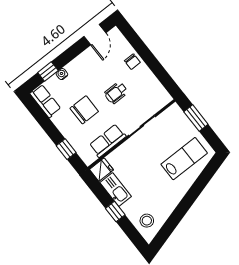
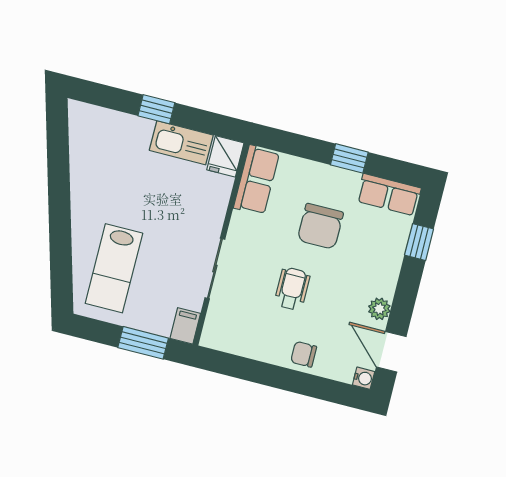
plant: (86, 56) -> (379, 309), added
water cooler: (62, 74) -> (364, 378), moved
filing cabinet: (173, 112) -> (185, 326), added
row of seats: (108, 141) -> (257, 180), moved
window: (66, 149) -> (349, 158), moved
stool: (147, 221) -> (99, 132), removed

